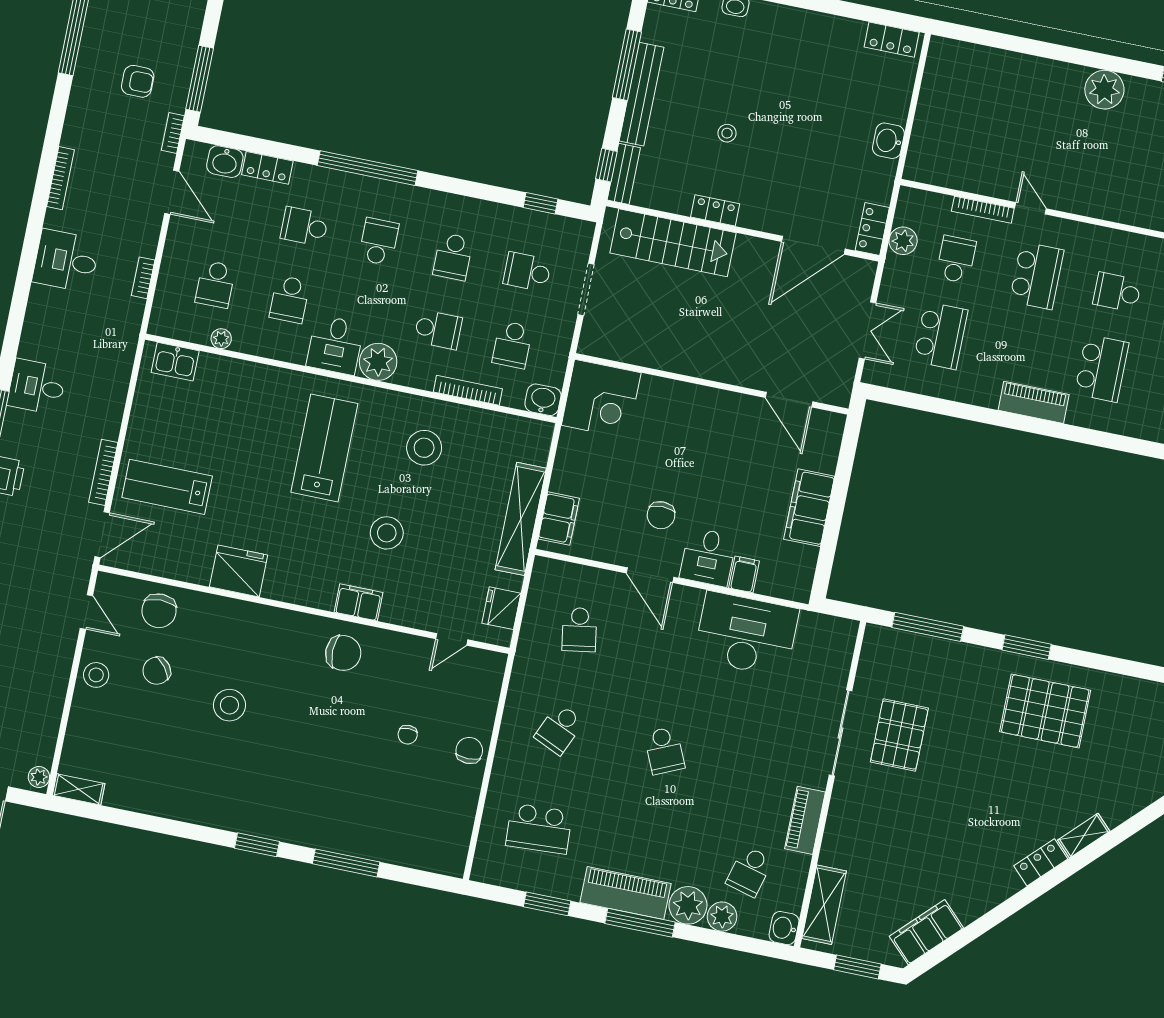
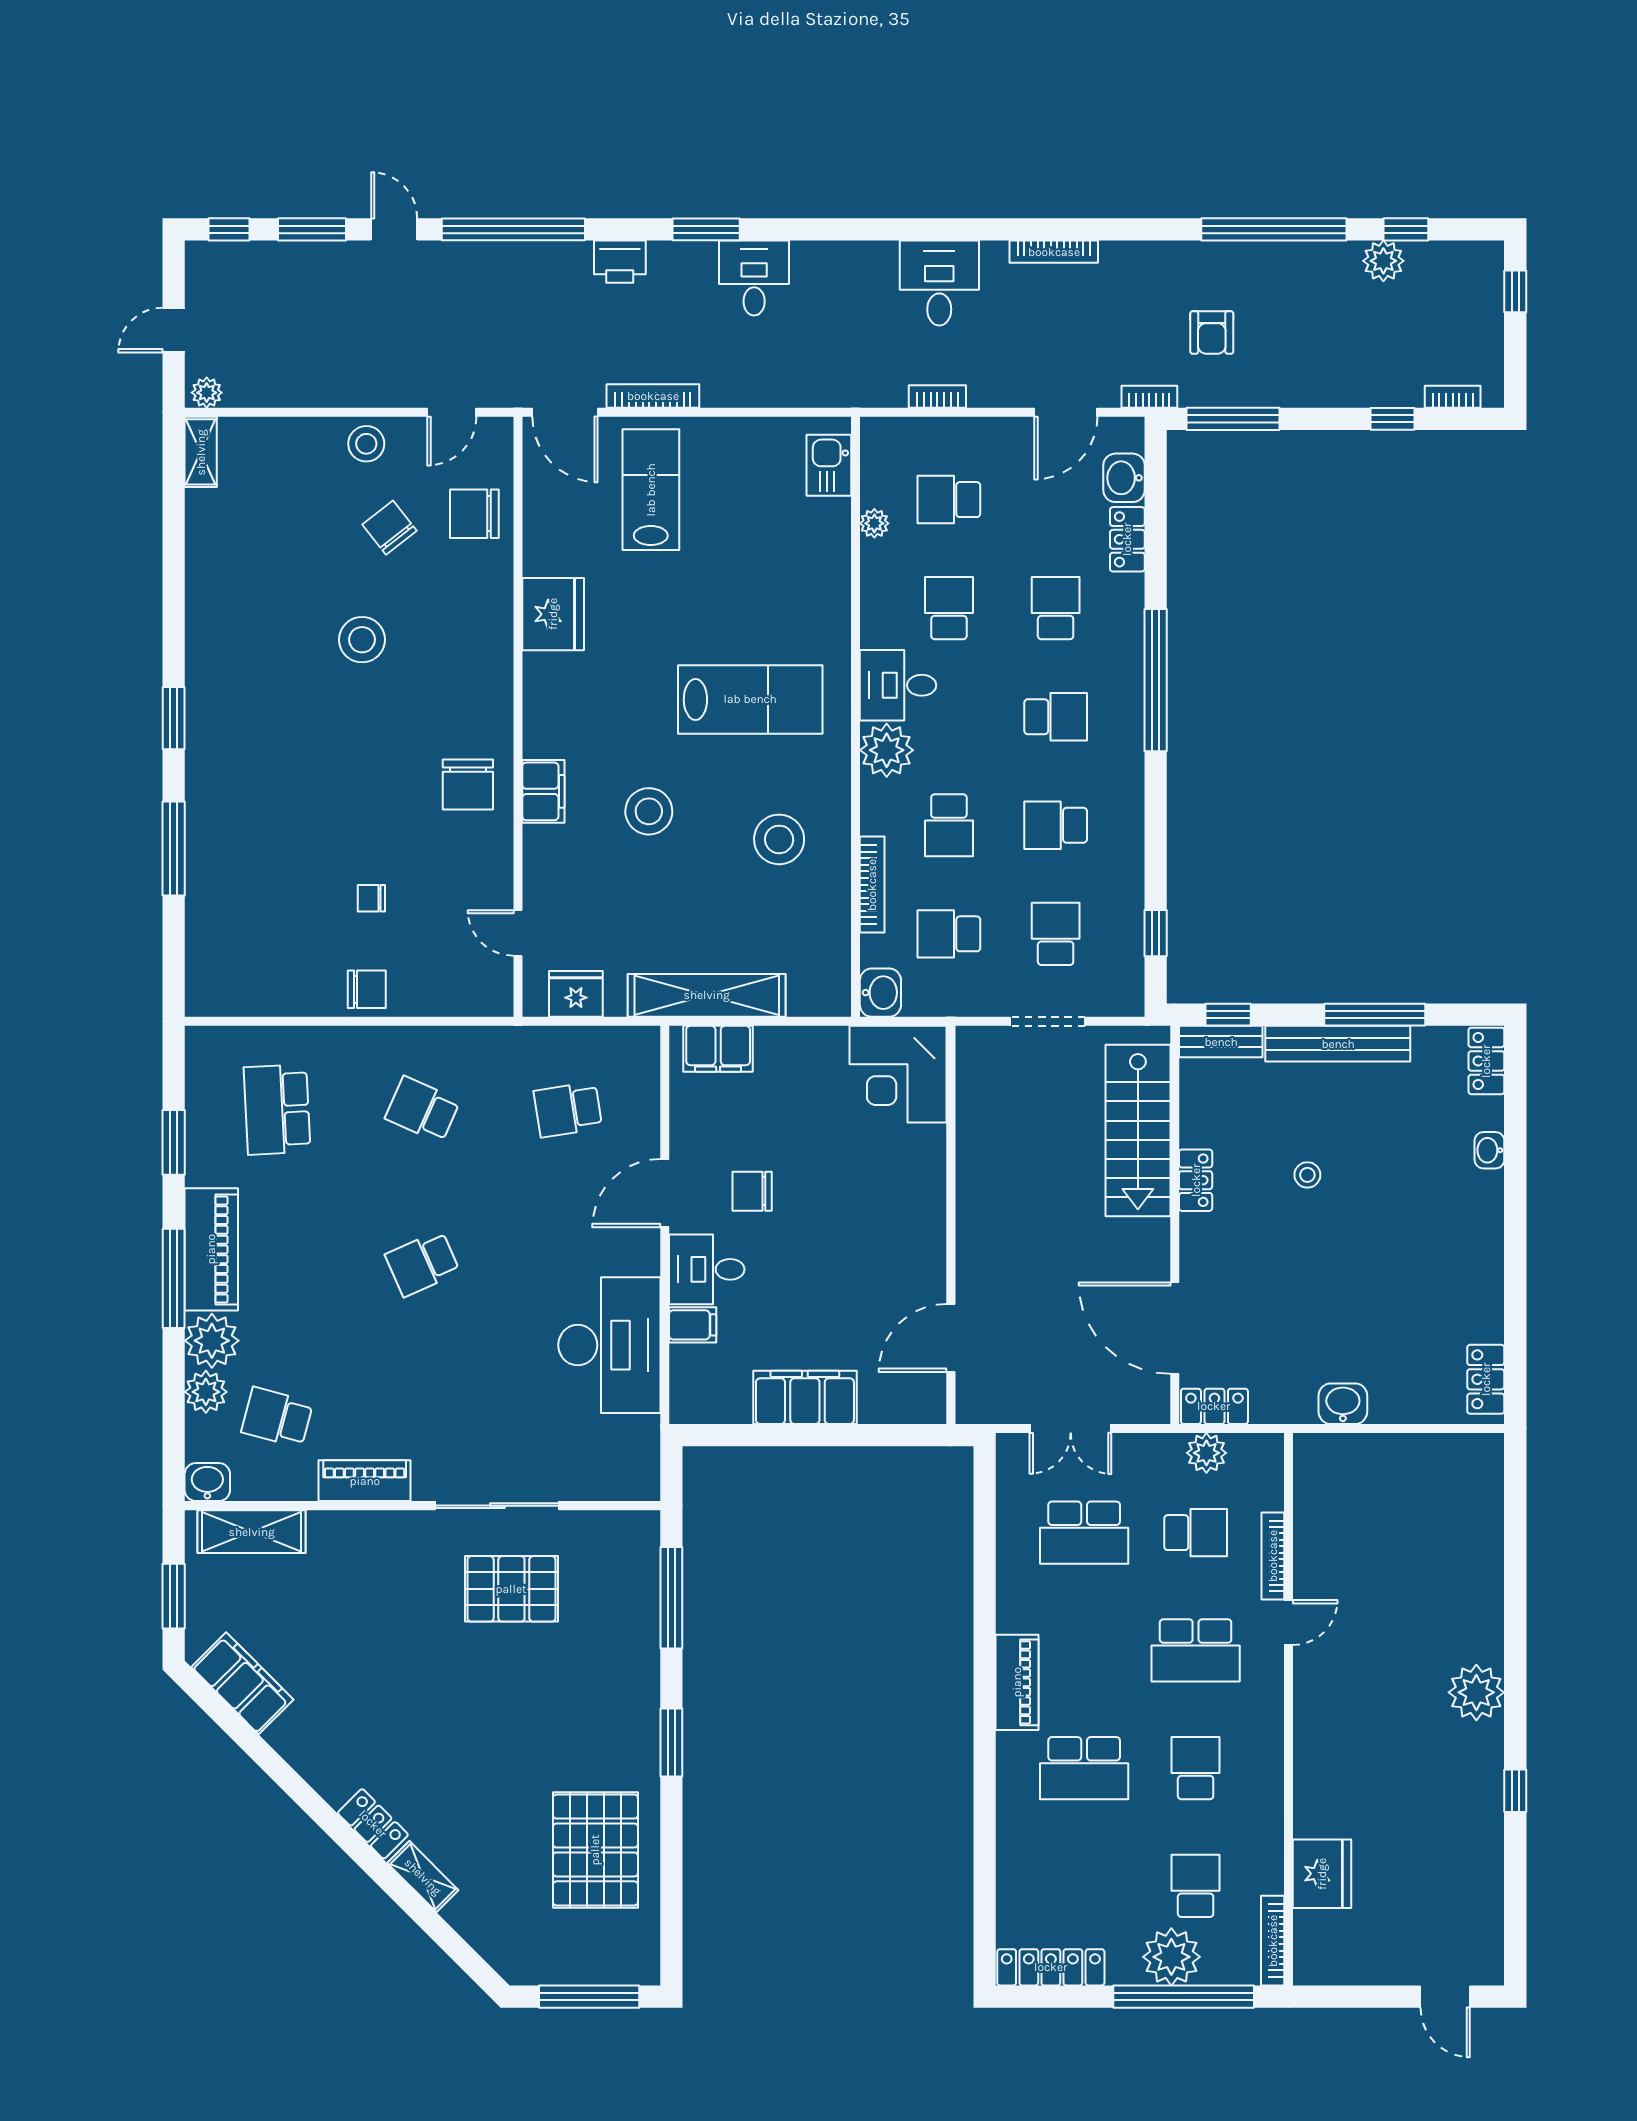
school desk: (290, 299) -> (949, 608), turned 90
pallet: (1045, 711) -> (595, 1850), moved

